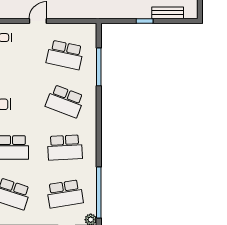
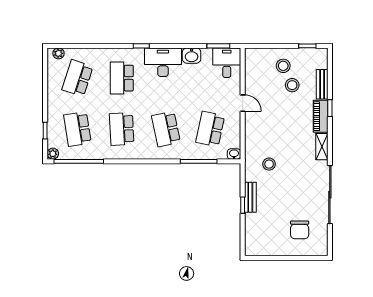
bench: (168, 13) -> (250, 197), moved
washbasin: (91, 30) -> (234, 154), added
school desk: (65, 101) -> (166, 129), turned -33

